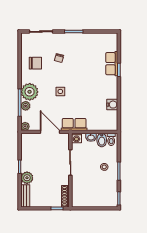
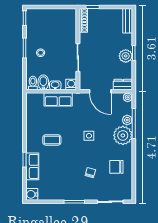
coffee table: (94, 88) -> (52, 140), added
water cooler: (112, 105) -> (32, 194), moved
row of seats: (74, 124) -> (58, 99), moved
dresser: (30, 138) -> (123, 85), added
plant: (27, 178) -> (126, 56), moved

